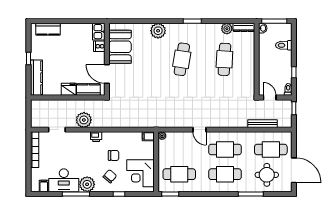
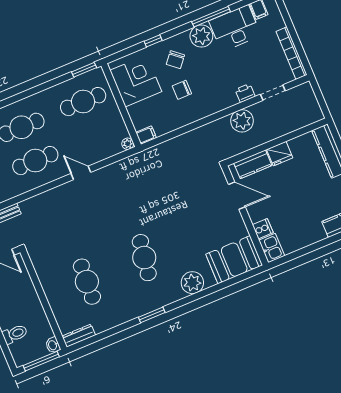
plant: (227, 29) -> (101, 324), removed
booth: (120, 47) -> (234, 260), moved, turned 90
printer: (96, 137) -> (245, 93), moved

